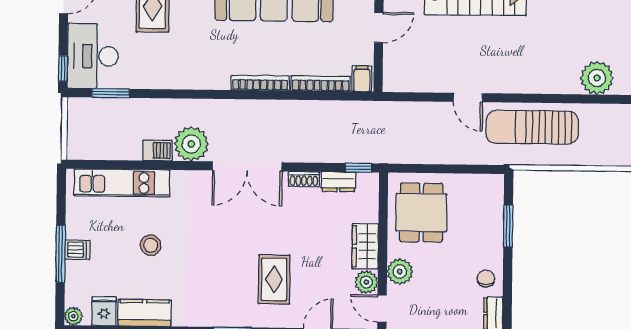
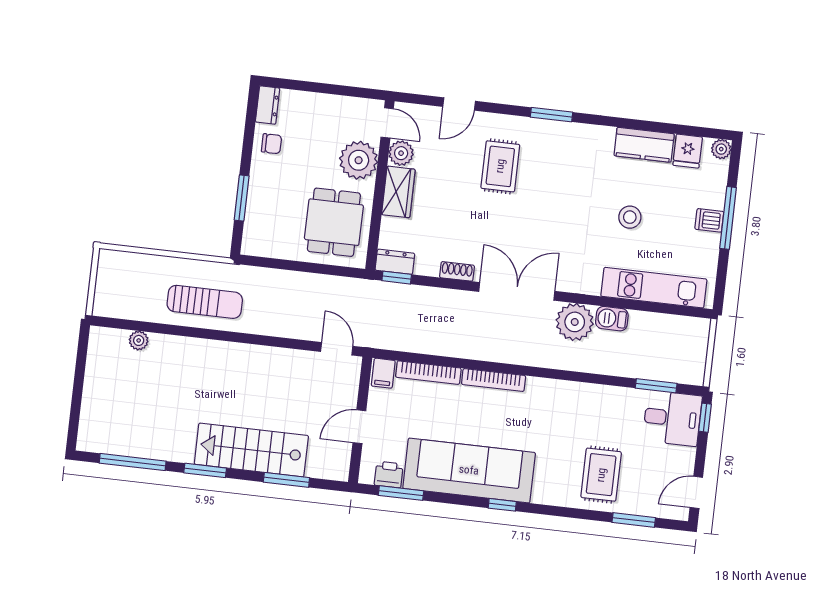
desk: (93, 56) -> (672, 418), width x0.73
plant: (597, 78) -> (139, 340), width x0.53, depth x0.53
door: (468, 97) -> (337, 349), moved
sun lounger: (532, 127) -> (205, 302), width x0.73, depth x0.75
dresser: (338, 182) -> (395, 262), moved
plant: (400, 272) -> (359, 160), width x1.36, depth x1.36
chair: (486, 279) -> (272, 144), turned -90

